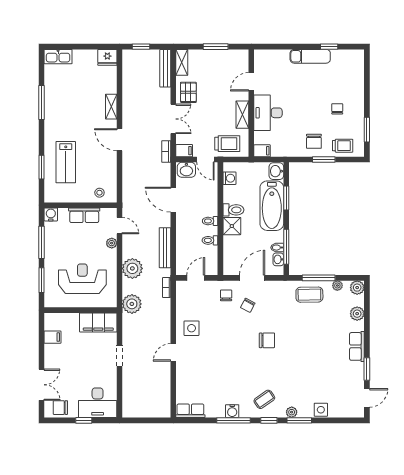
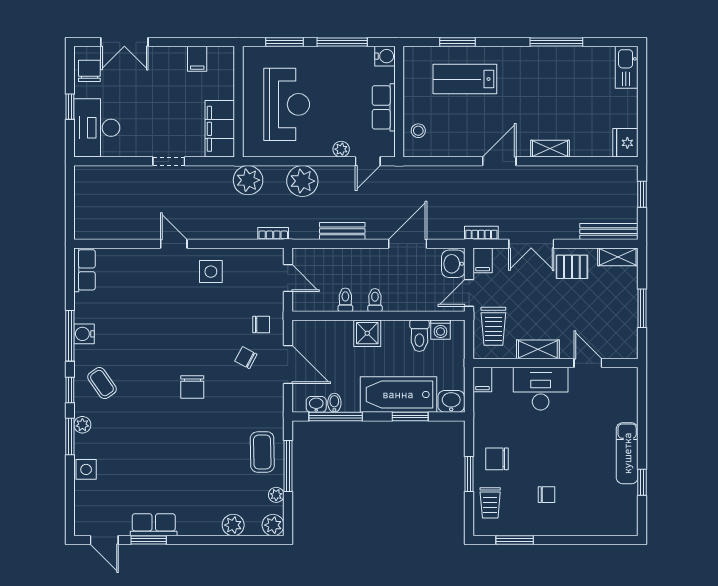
toilet: (233, 210) -> (419, 336), moved
bench: (165, 248) -> (342, 231), width x0.73
row of seats: (357, 346) -> (154, 525), moved

